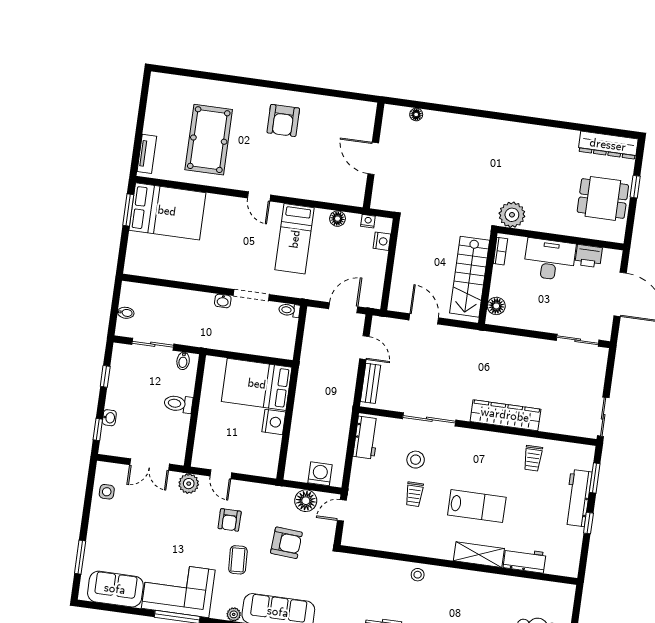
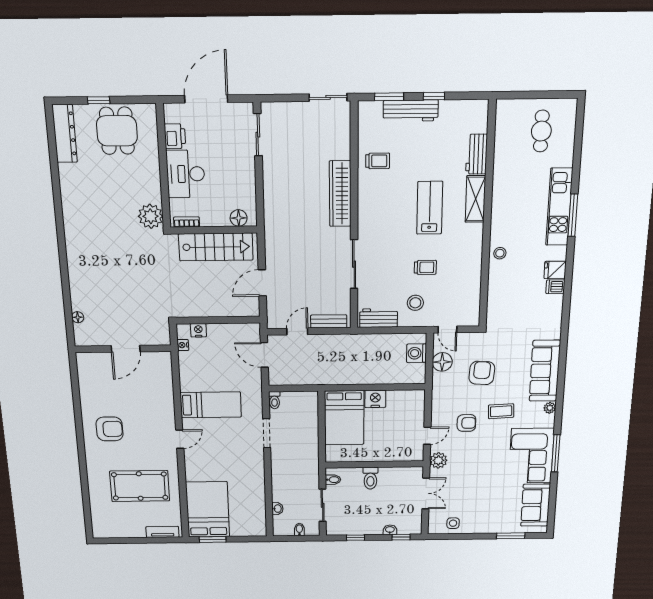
floor lamp: (338, 219) -> (186, 371), removed
washbasin: (223, 301) -> (277, 509), moved
stool: (416, 460) -> (415, 303), moved

